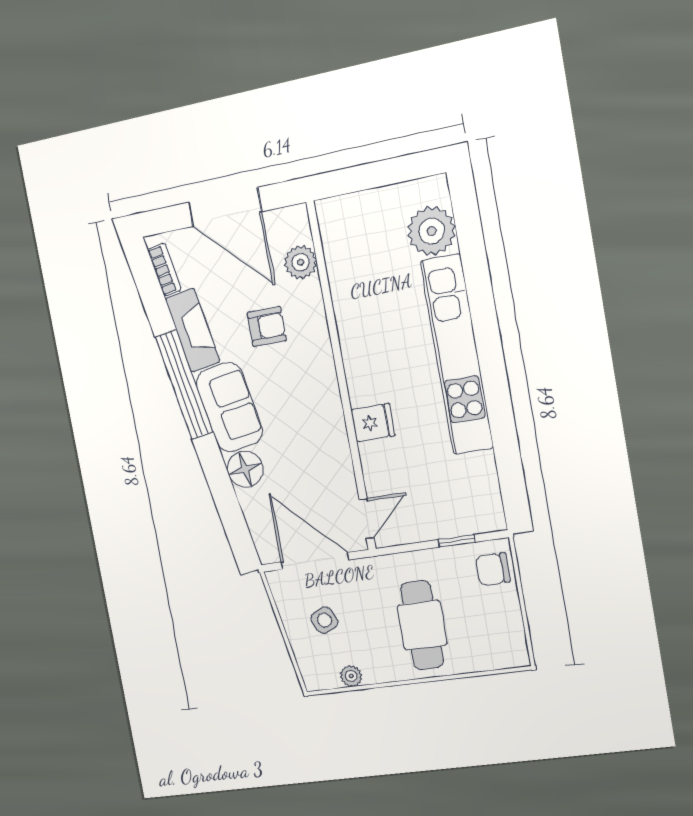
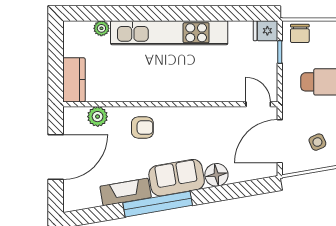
kitchen counter: (352, 211) -> (74, 80), added
plant: (432, 231) -> (101, 28), width x0.53, depth x0.53
bookcase: (164, 270) -> (85, 203), removed
armchair: (267, 327) -> (142, 127), moved, turned 90
fridge: (373, 423) -> (265, 31), moved, turned -90

